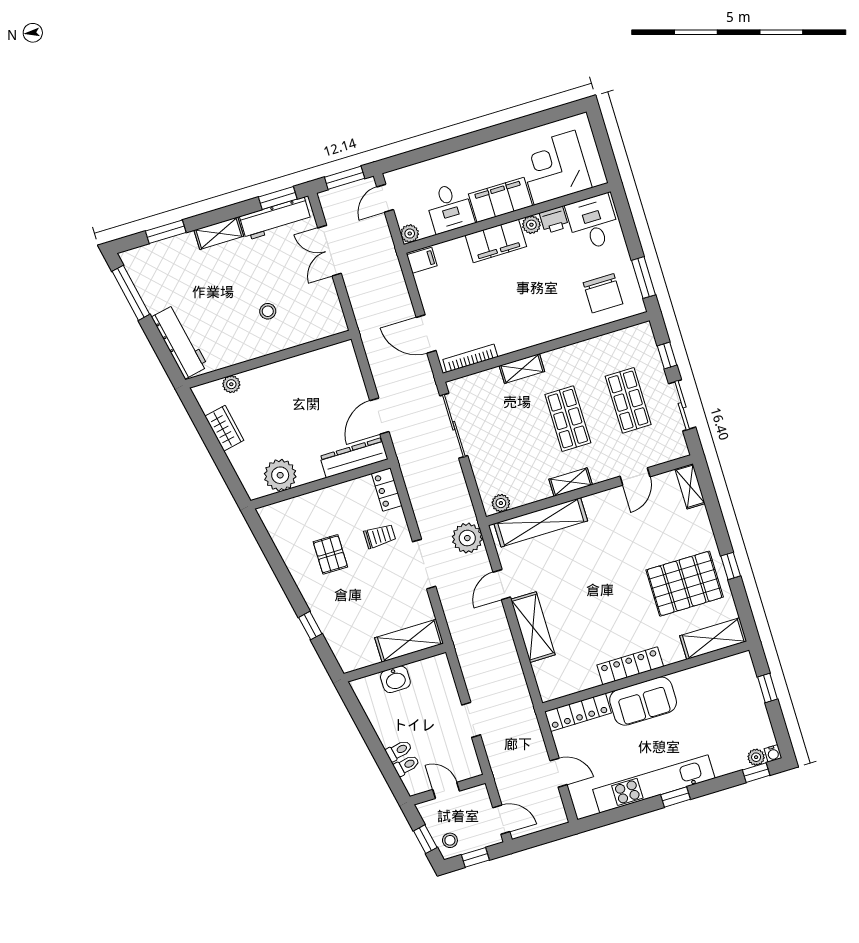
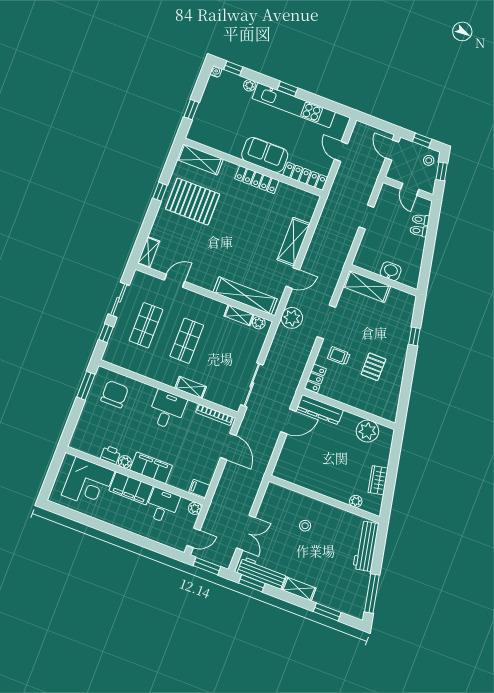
desk: (593, 222) -> (167, 410), moved, turned 180
shelving: (571, 482) -> (239, 315), moved
plant: (756, 757) -> (249, 85), moved

